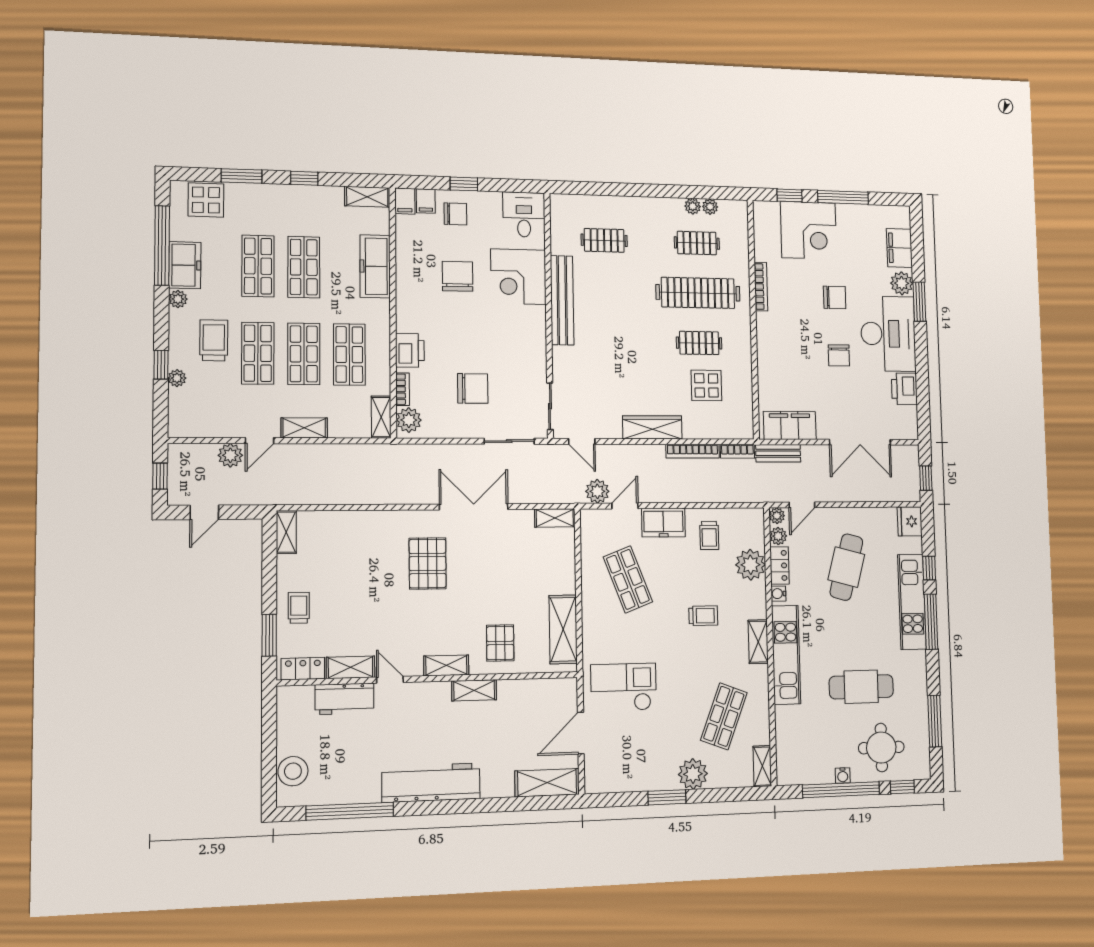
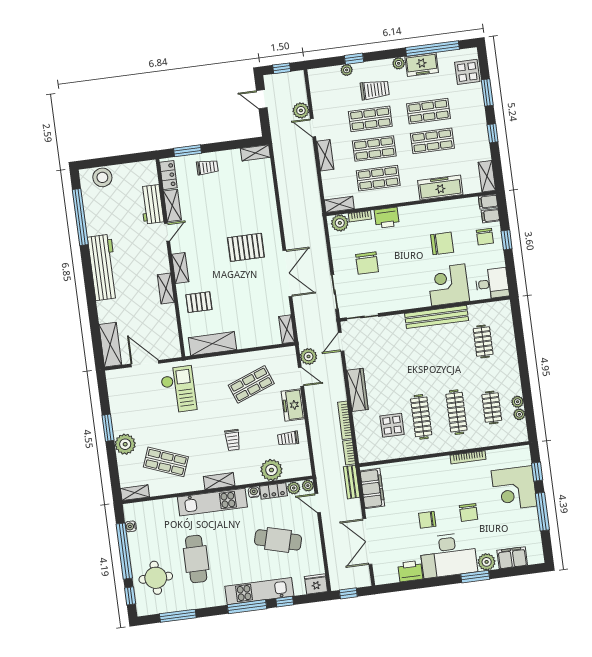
clothes rail: (698, 293) -> (456, 412), width x0.73, depth x0.76
clothes rail: (699, 343) -> (421, 417), width x1.36
water cooler: (843, 775) -> (131, 526), moved

